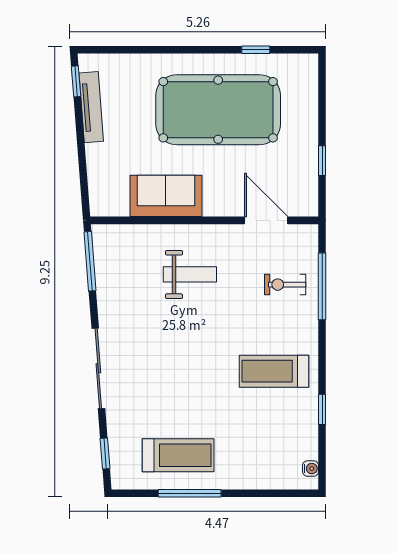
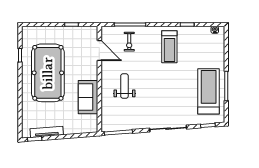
door: (266, 220) -> (99, 50), swing flipped
treadmill: (178, 455) -> (209, 91), width x1.37, depth x1.38

